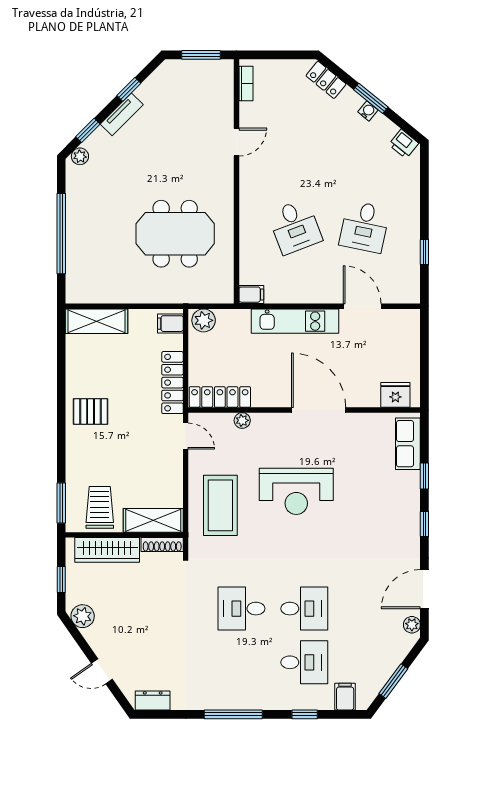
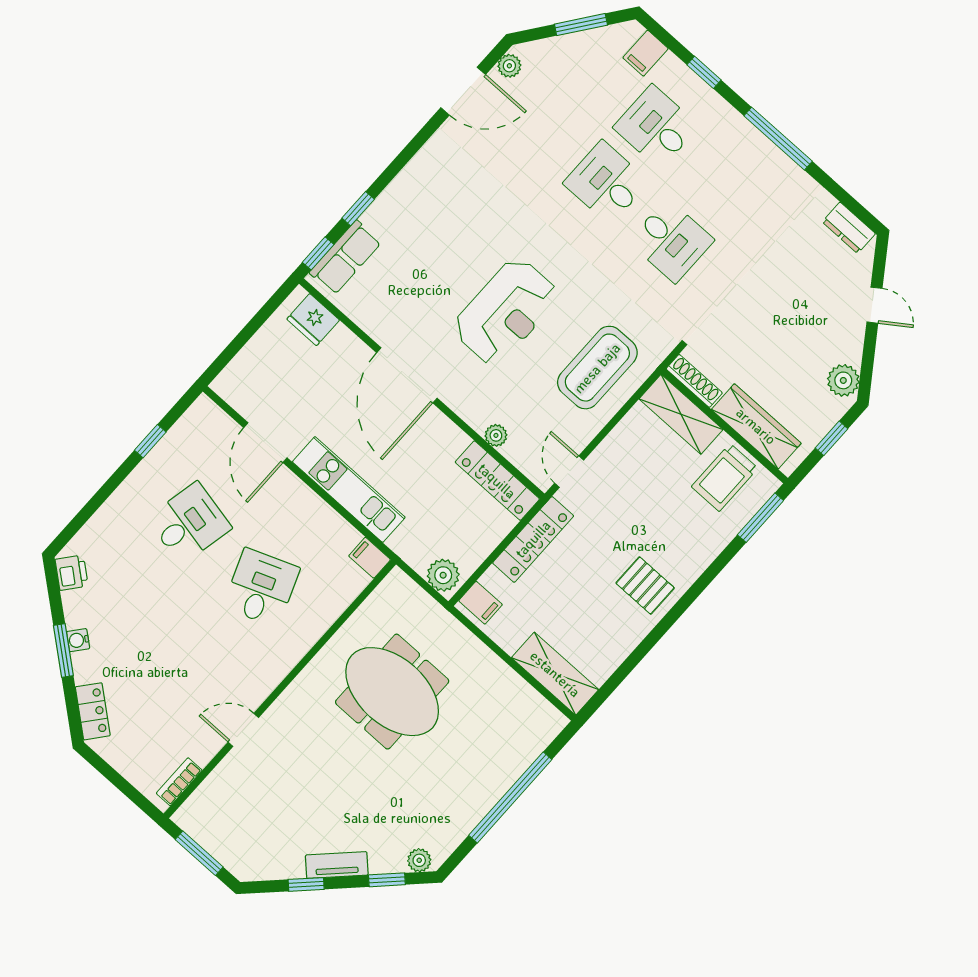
reception desk: (296, 491) -> (506, 312), turned 90
window: (424, 524) -> (318, 253), moved

